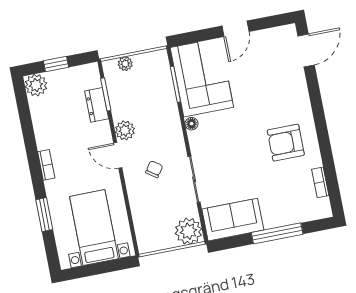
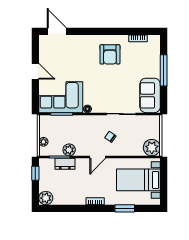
window: (56, 64) -> (35, 173), moved
plant: (125, 130) -> (69, 150), moved
plant: (188, 231) -> (152, 148), moved

